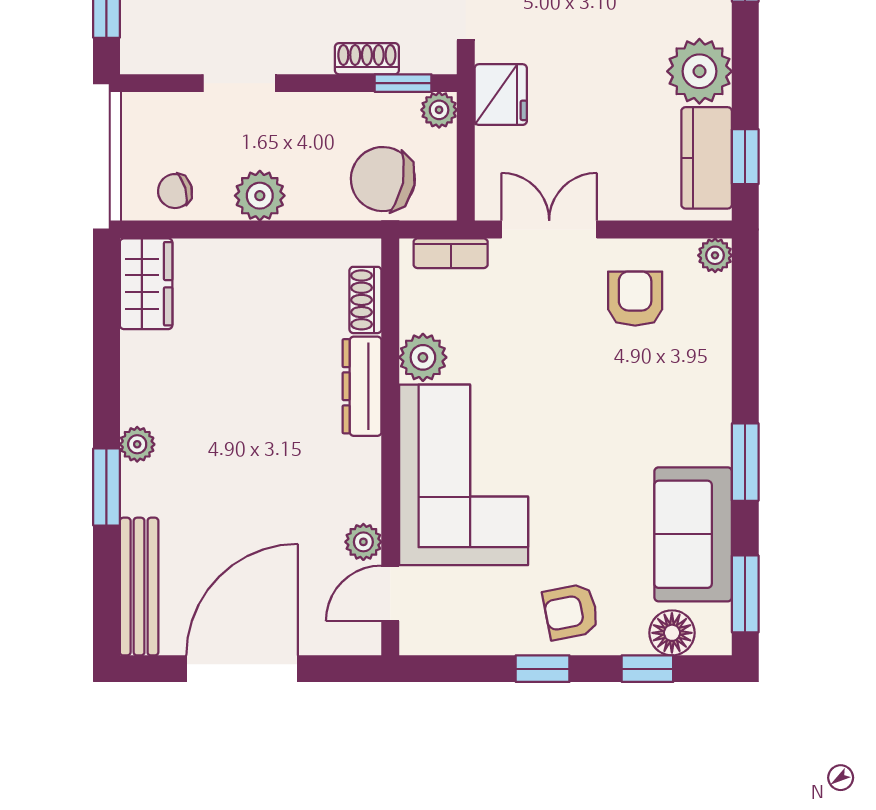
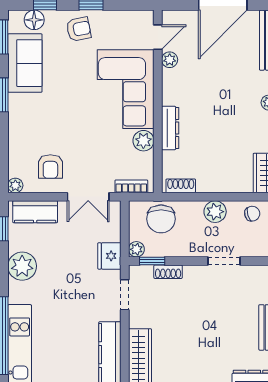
kitchen counter: (707, 158) -> (35, 212), moved, turned 90
chair: (383, 179) -> (161, 219), turned 79
shoe rack: (365, 300) -> (181, 186), moved, turned -90

